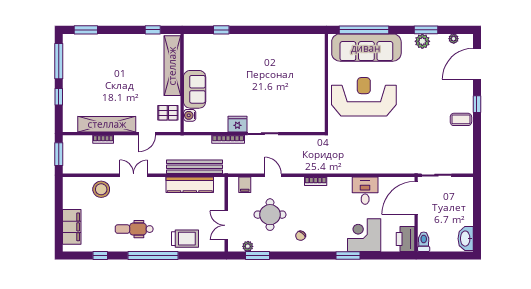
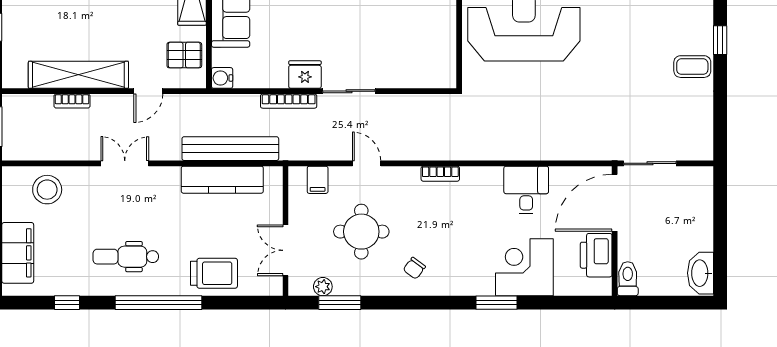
water cooler: (190, 115) -> (222, 78), moved
stool: (101, 189) -> (47, 190), moved
printer: (405, 239) -> (596, 255), moved

